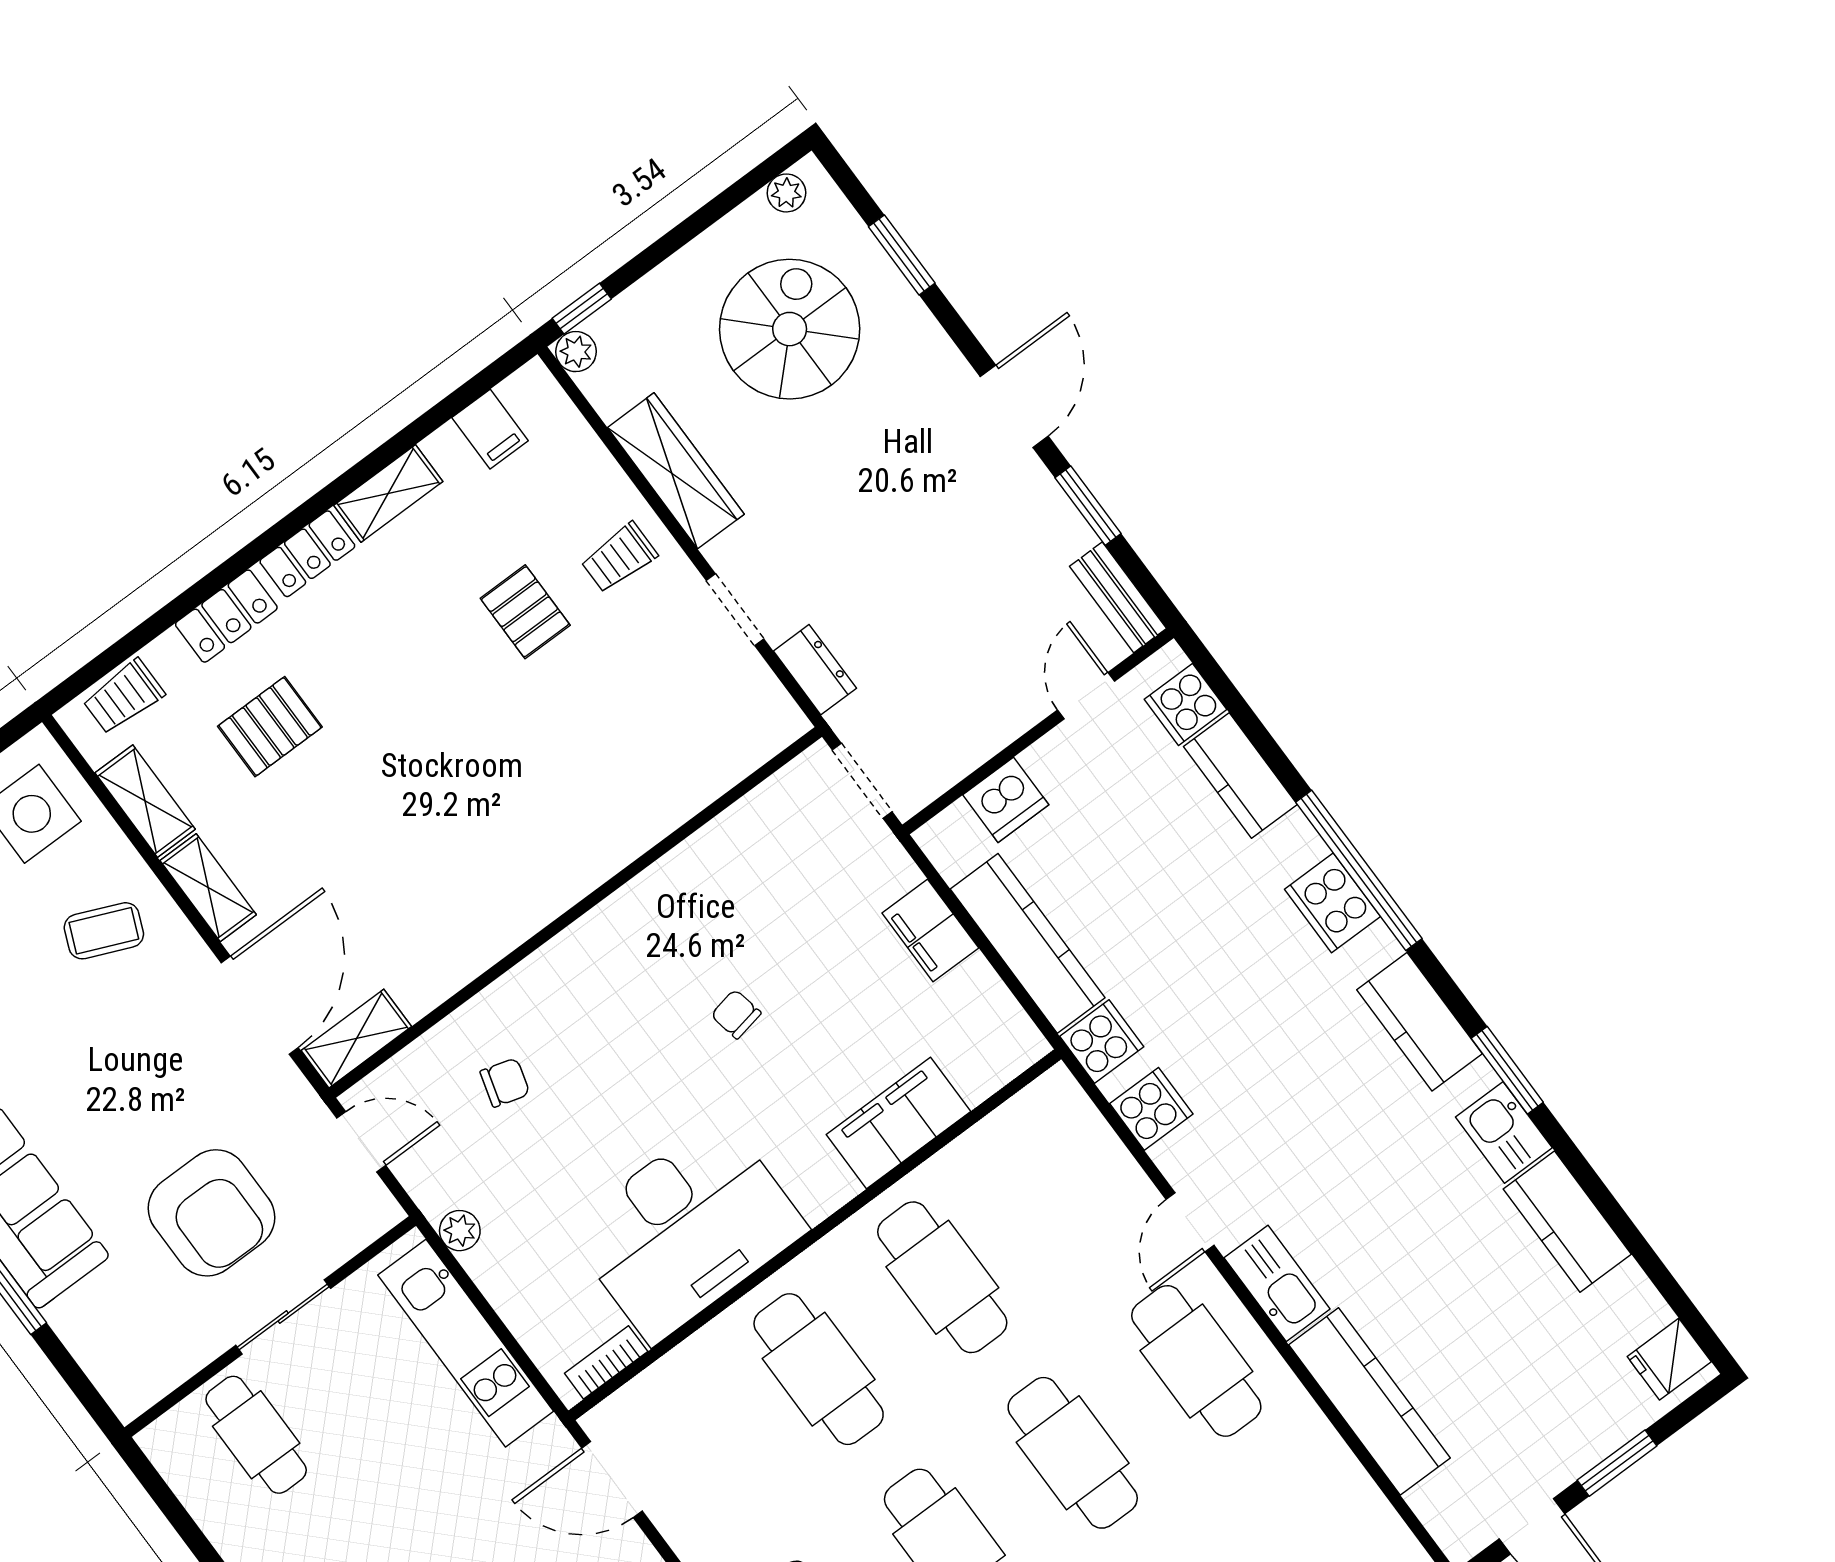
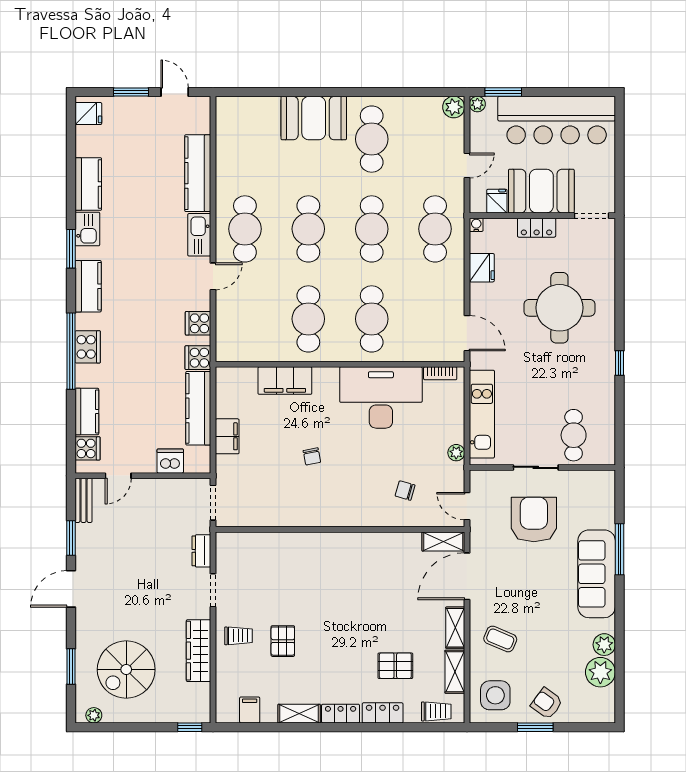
plant: (576, 352) -> (202, 714), removed

